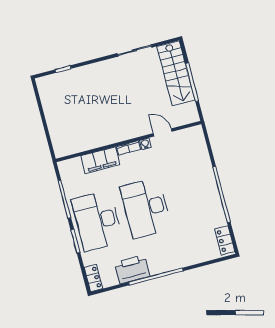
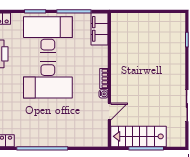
stairs: (176, 73) -> (139, 136), moved
filing cabinet: (100, 160) -> (100, 29), moved
desk: (146, 208) -> (48, 80), turned 180

